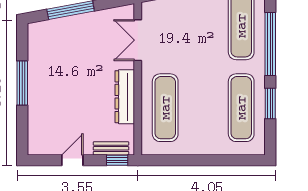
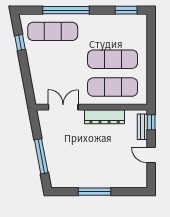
double door: (138, 40) -> (63, 107), swing flipped
window: (270, 103) -> (126, 10), moved
exercise mat: (241, 108) -> (113, 59), moved

